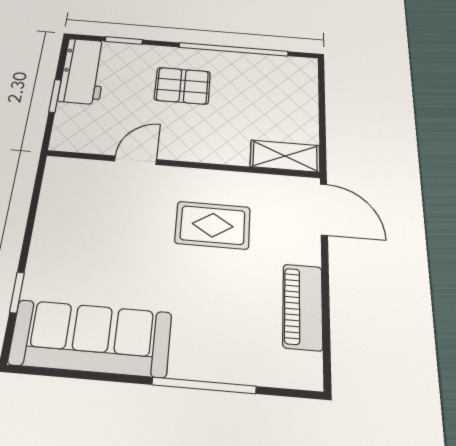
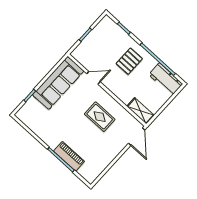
workbench: (83, 71) -> (166, 79), moved, turned 90
pallet: (182, 86) -> (129, 61), turned 90
piano: (303, 307) -> (69, 156), moved, turned 90
sofa: (91, 338) -> (58, 83), moved, turned 90

